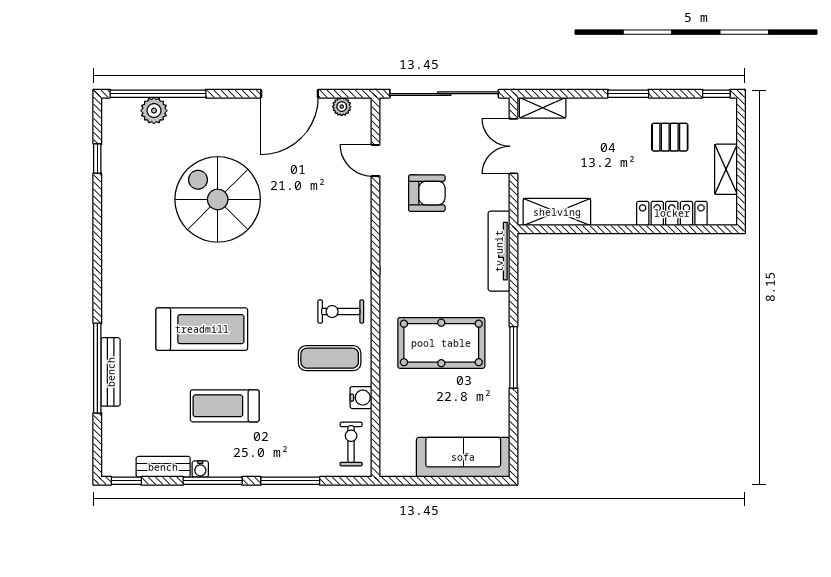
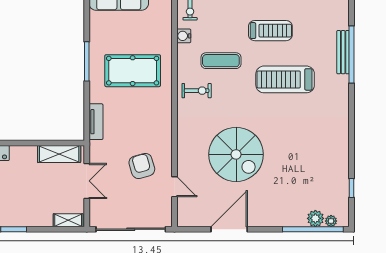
plant: (342, 107) -> (331, 221), moved
double door: (513, 146) -> (87, 181), moved
armchair: (427, 193) -> (142, 166), turned 74
spiral stairs: (218, 199) -> (236, 154), moved
tv unit: (499, 251) -> (96, 122), width x0.71
exercise mat: (330, 358) -> (221, 61), moved

